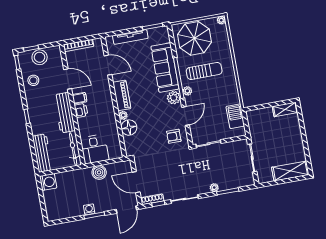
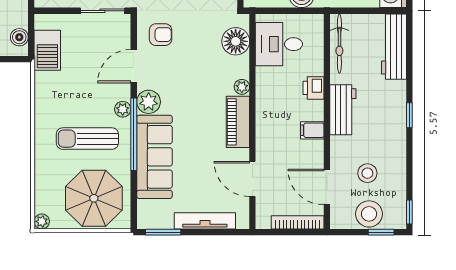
door: (68, 79) -> (327, 187), moved
stool: (33, 80) -> (367, 173), moved
printer: (81, 110) -> (314, 88), moved
workbench: (65, 113) -> (343, 110), width x0.73
boiler: (252, 121) -> (19, 37), added
floor lamp: (129, 128) -> (236, 41), moved
desk: (95, 149) -> (279, 44), moved, turned -90

